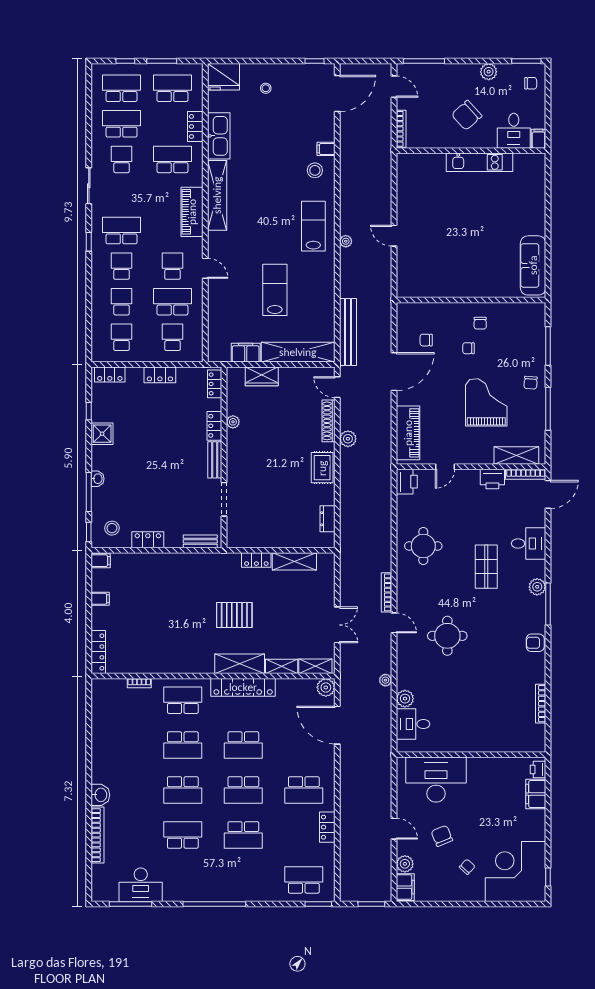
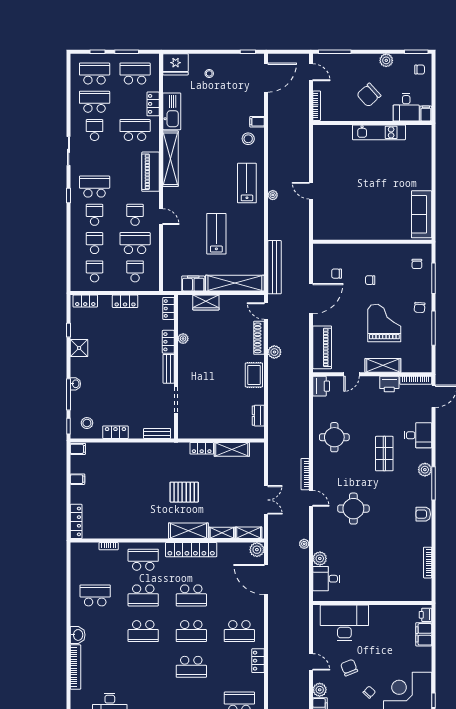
chair: (480, 323) -> (417, 264), moved
shelving: (516, 456) -> (383, 365), moved
school desk: (183, 835) -> (95, 595), moved

